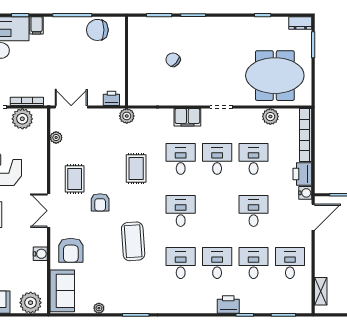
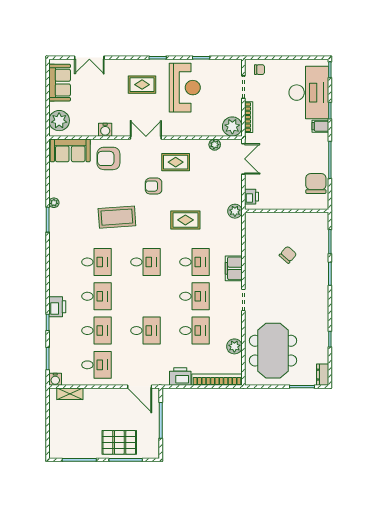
plant: (22, 119) -> (232, 127), moved
water cooler: (305, 193) -> (55, 379), moved
plant: (99, 308) -> (54, 203), moved

